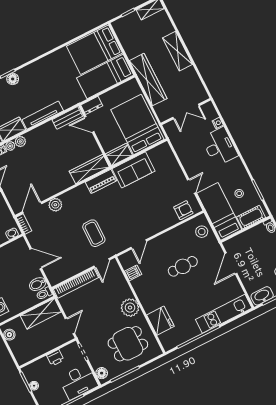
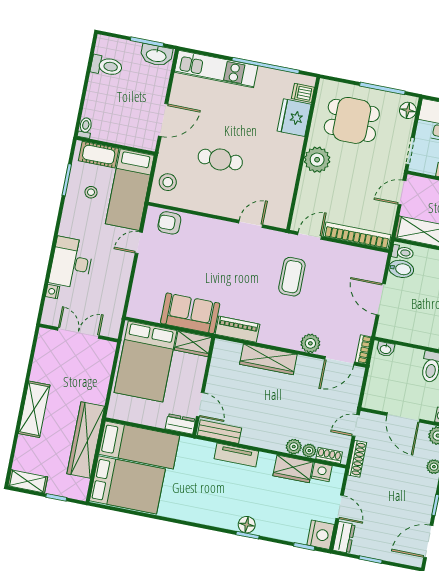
wardrobe: (148, 80) -> (86, 440), moved
tv unit: (43, 115) -> (236, 455), width x0.71
wardrobe: (89, 169) -> (268, 359), moved
dishwasher: (133, 273) -> (303, 93), moved

